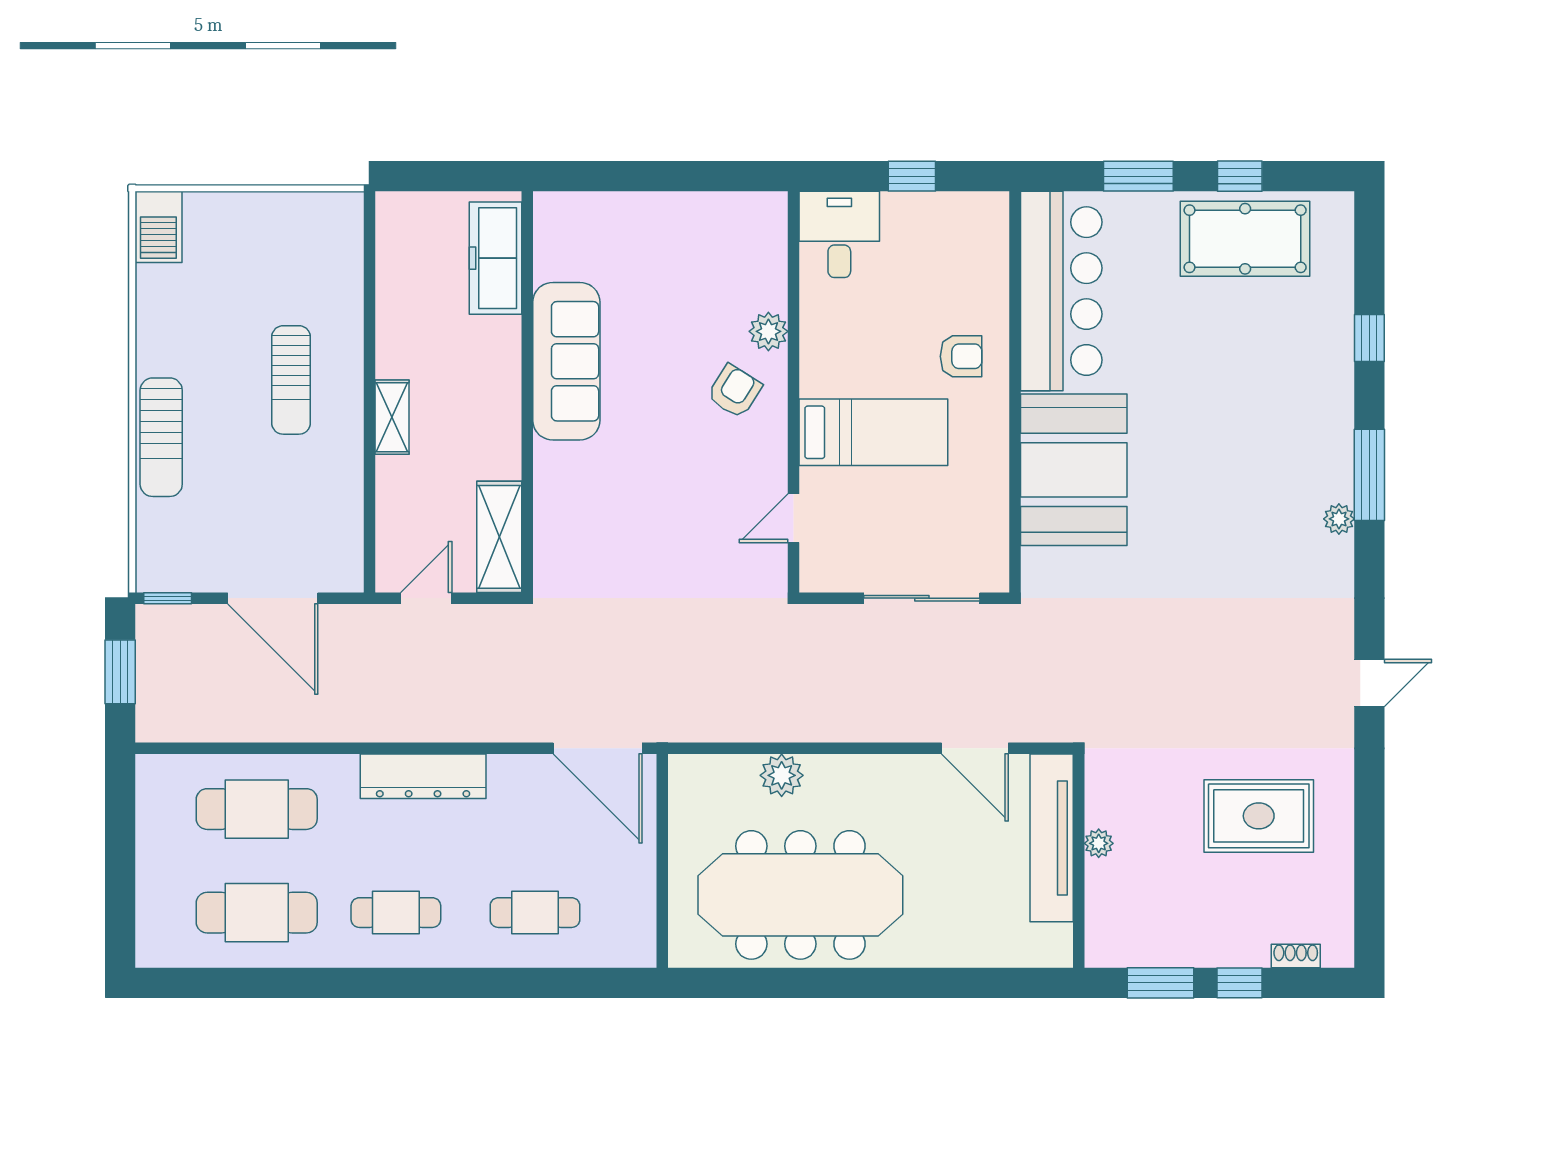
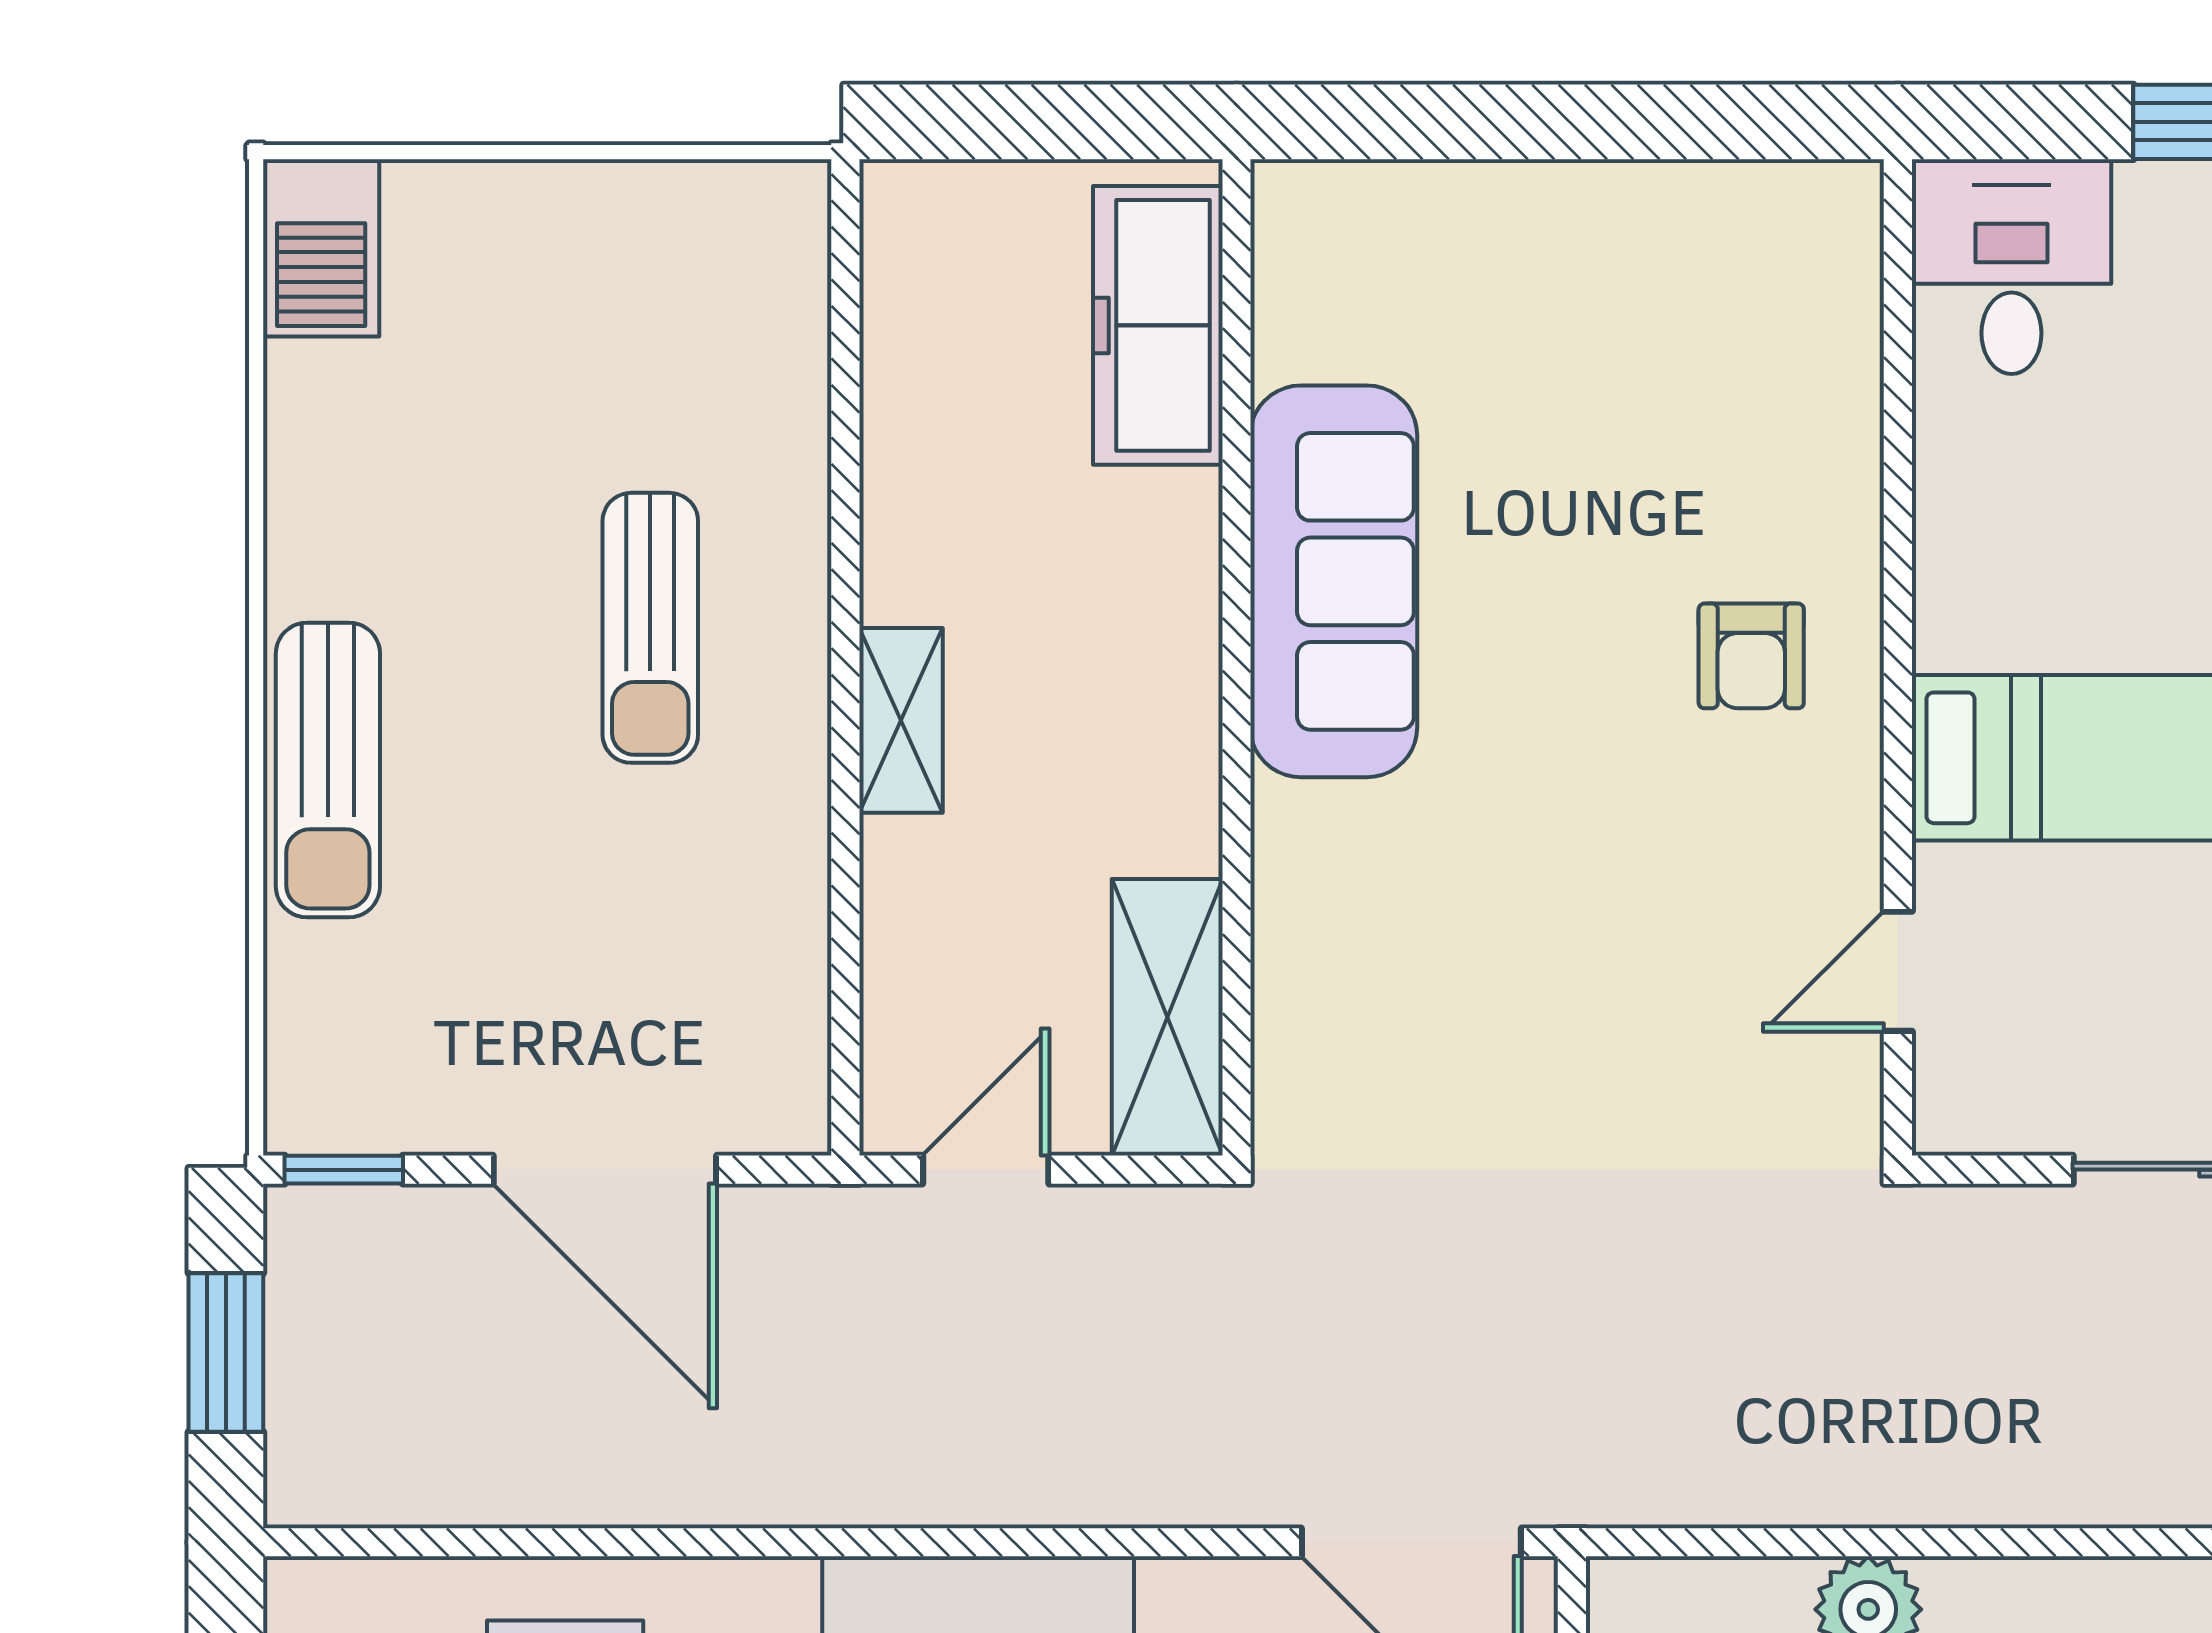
plant: (768, 331) -> (1836, 508), removed
armchair: (734, 391) -> (1751, 656), turned 148

